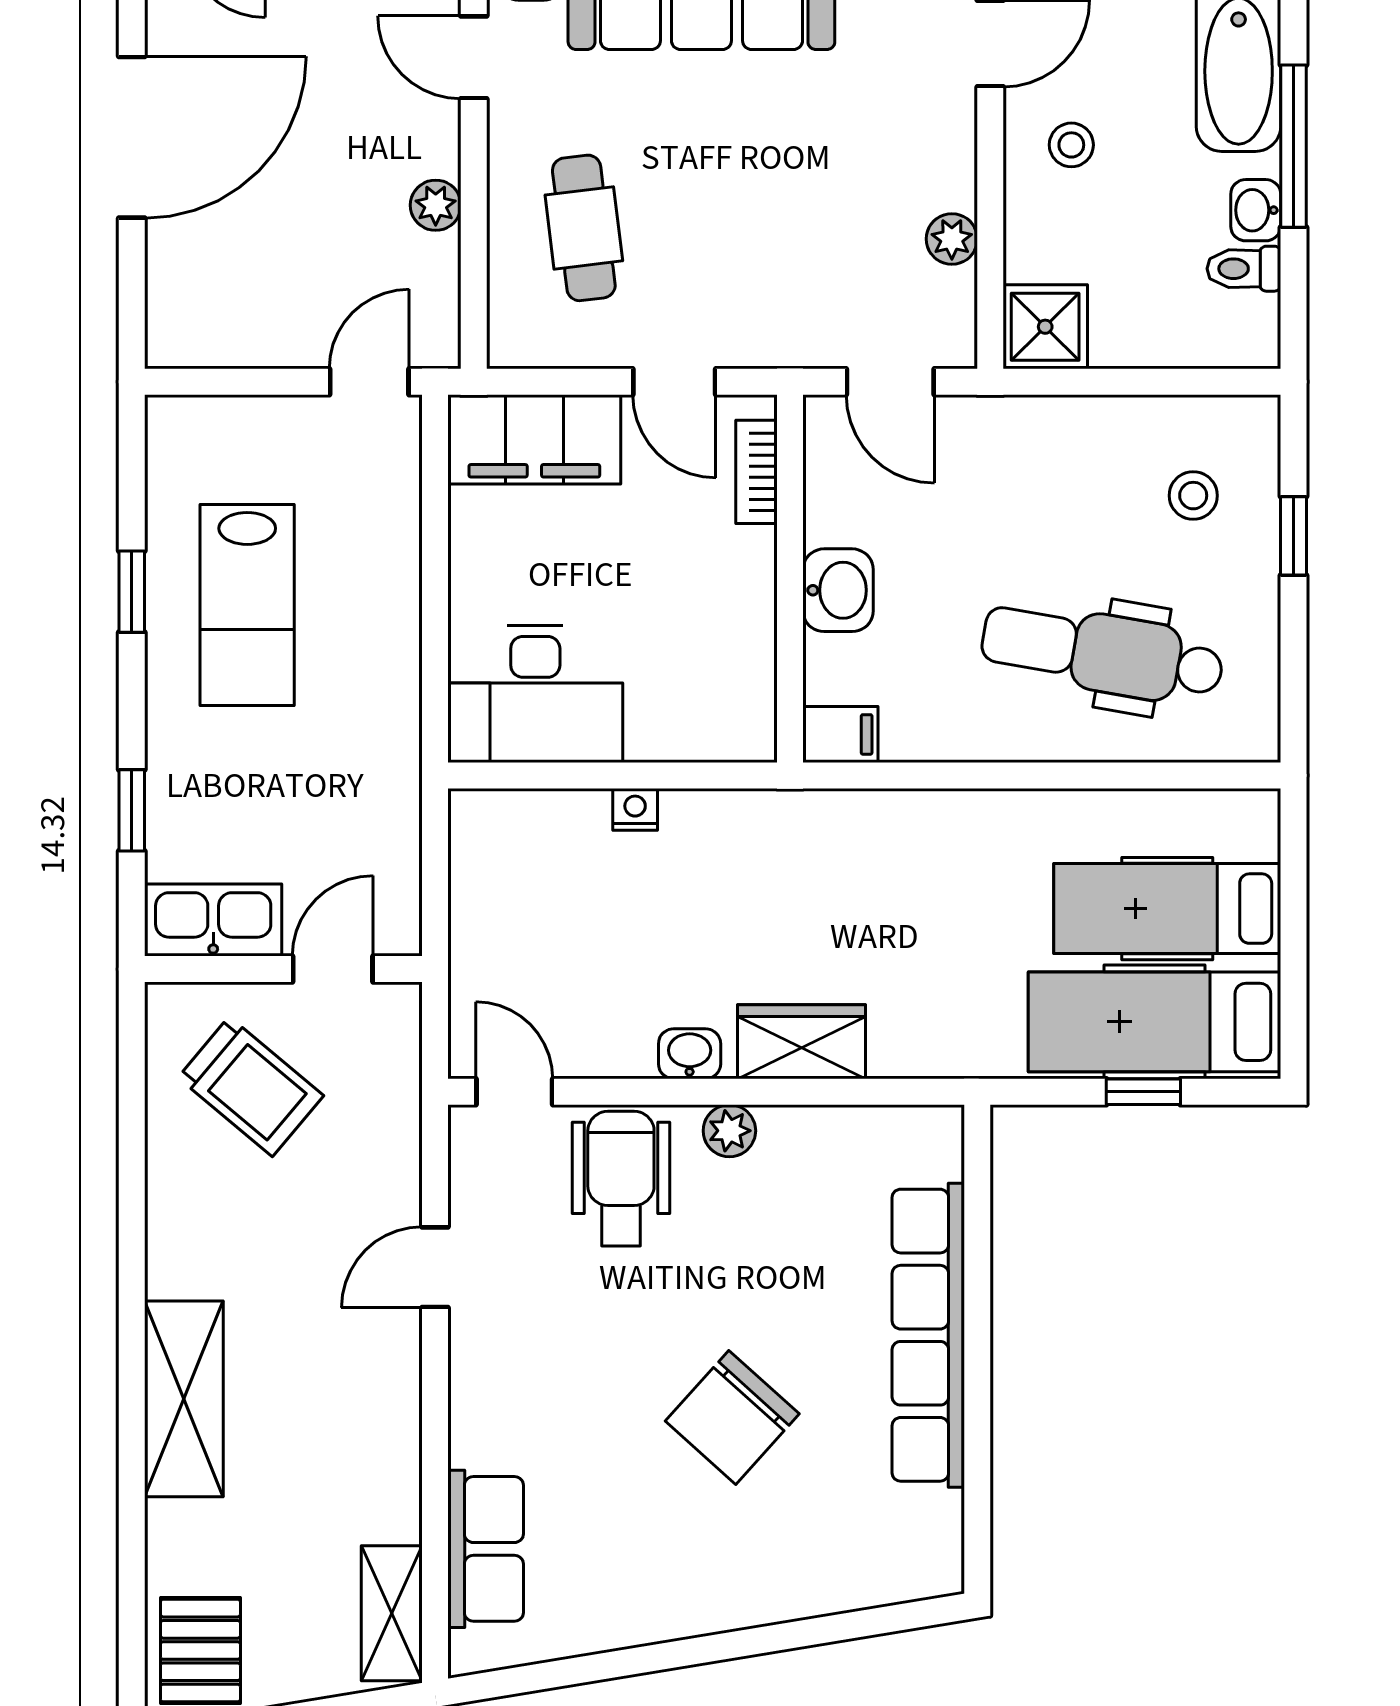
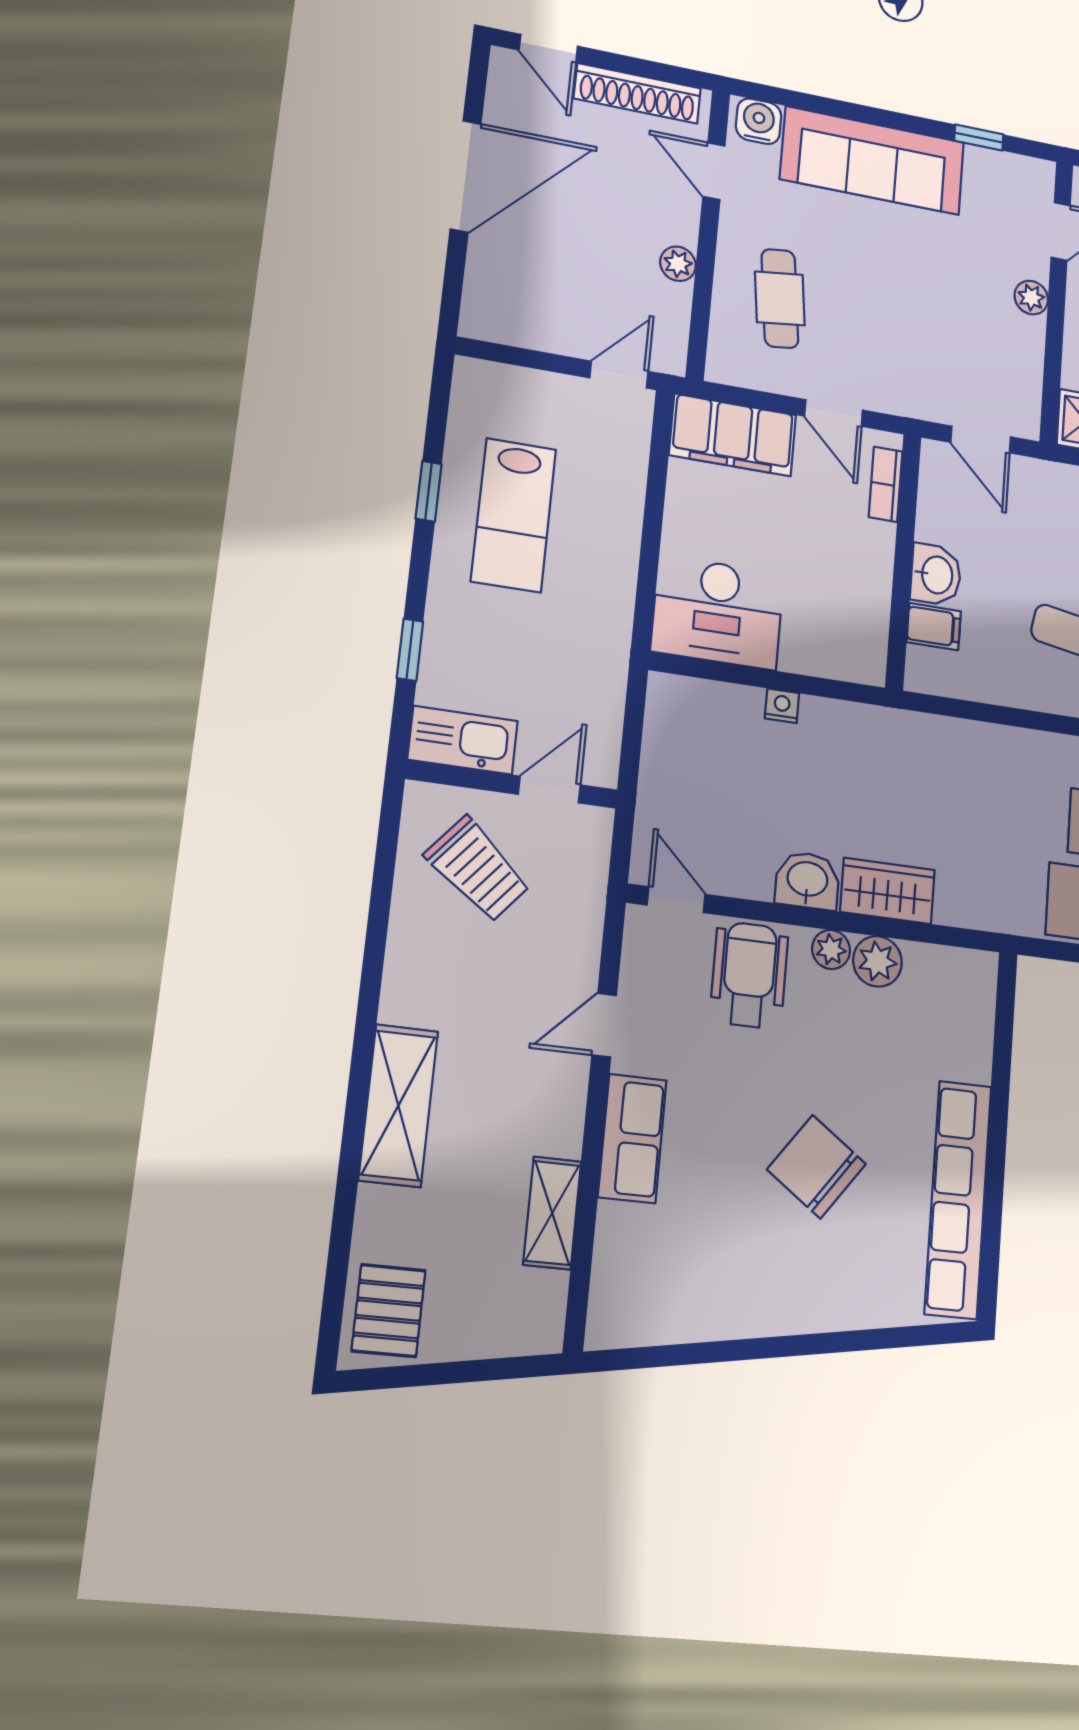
plant: (952, 239) -> (1031, 298), moved
filing cabinet: (840, 734) -> (934, 627), moved
washbasin: (690, 1054) -> (807, 881), width x1.38, depth x1.45
plant: (795, 1139) -> (877, 961), added
row of seats: (928, 1335) -> (958, 1199), moved
chair: (732, 1417) -> (817, 1167), turned 84
row of seats: (486, 1549) -> (632, 1138), moved
shelving: (392, 1613) -> (552, 1213), moved

